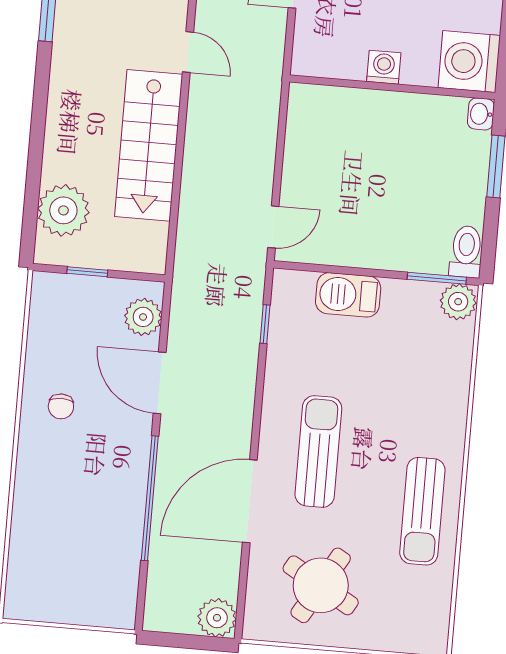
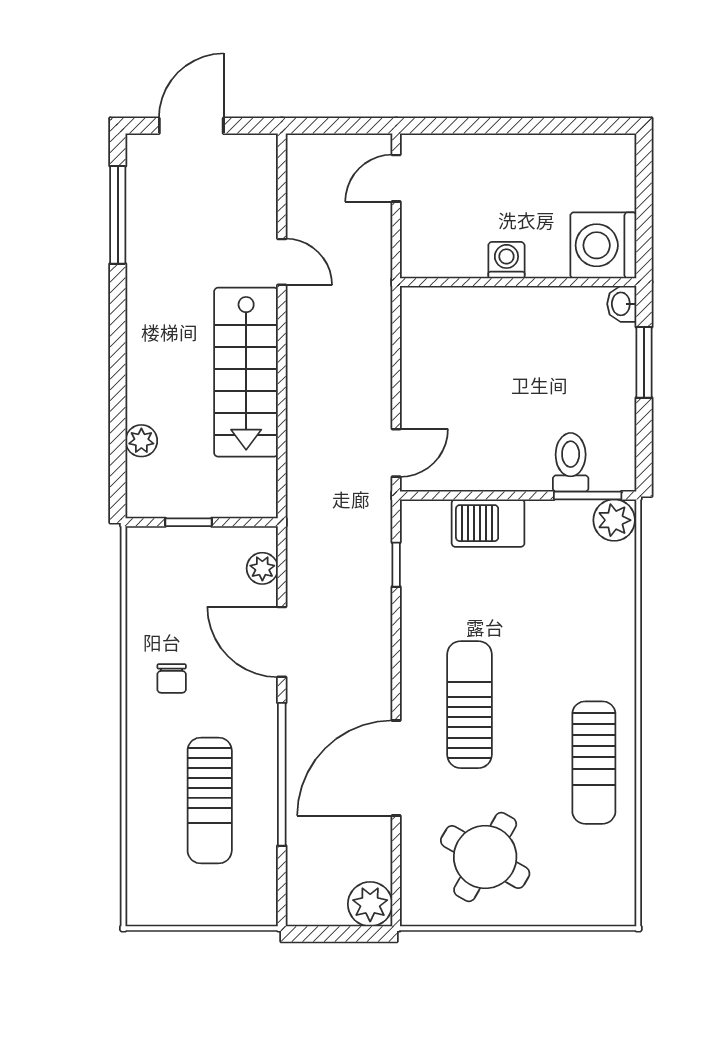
plant: (63, 210) -> (141, 441), width x0.53, depth x0.53
toilet: (466, 252) -> (571, 462), moved
plant: (143, 317) -> (262, 568), width x0.73, depth x0.73
sun lounger: (85, 516) -> (210, 800), added

